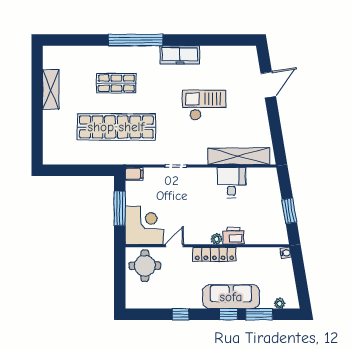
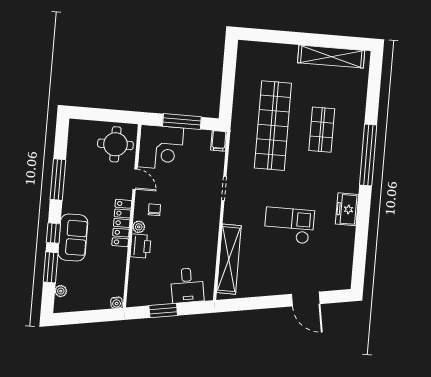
freezer: (180, 55) -> (347, 209), width x0.71
shelving: (51, 90) -> (331, 57), width x1.47
checkout: (204, 105) -> (289, 225), turned -90
desk: (232, 183) -> (187, 285), moved, turned 81
chair: (200, 226) -> (154, 210), added
sofa: (231, 297) -> (73, 238), width x0.73
window: (181, 314) -> (58, 180), width x2.17

